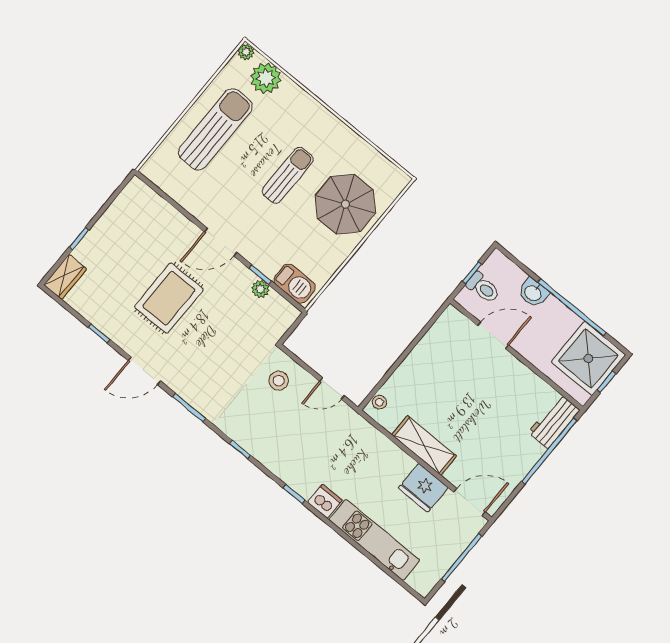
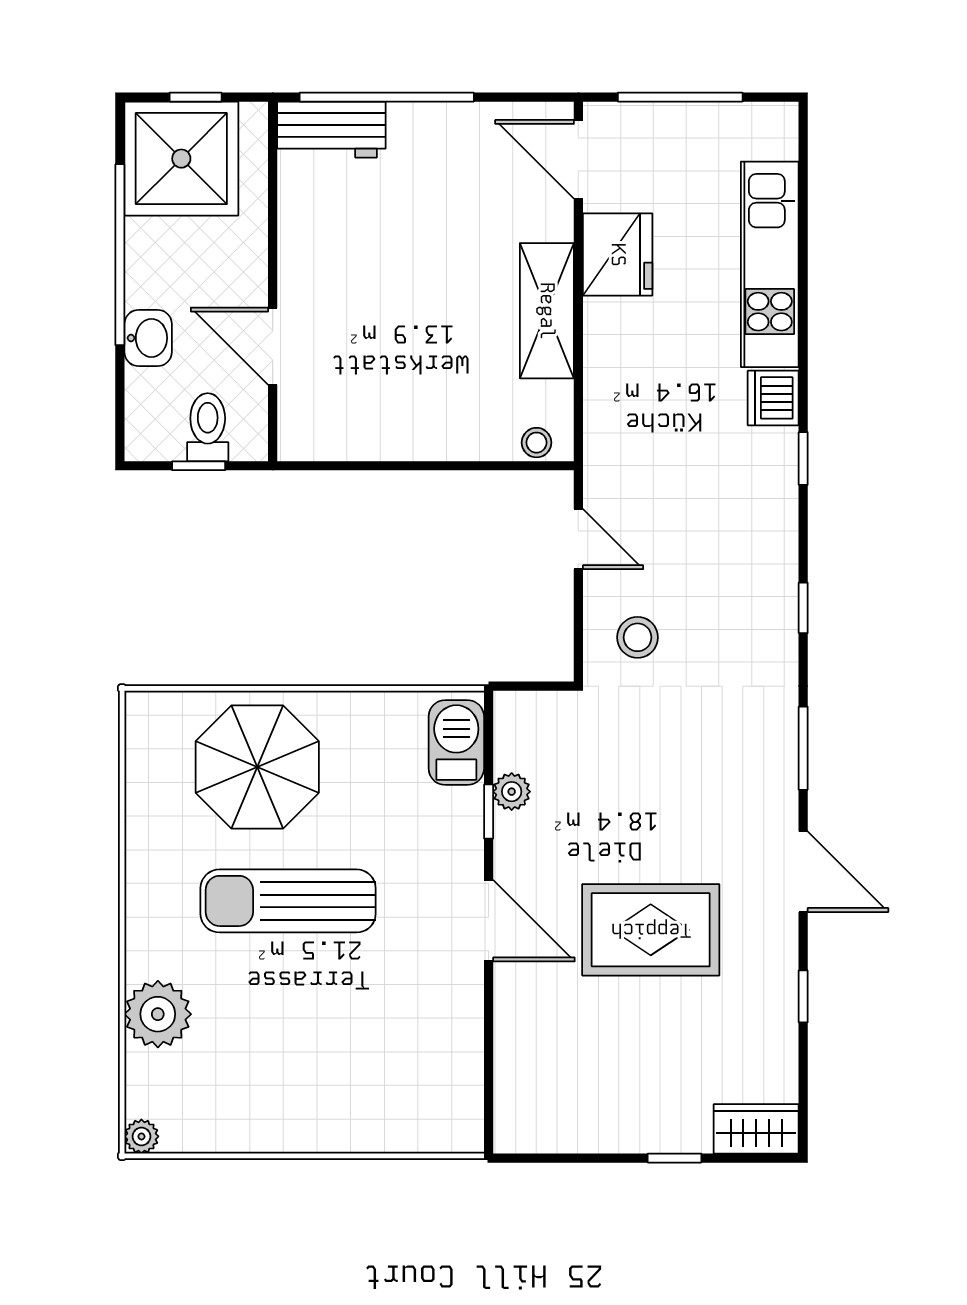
plant: (266, 78) -> (158, 1014), moved
sun lounger: (215, 129) -> (310, 1082), removed
sun lounger: (288, 175) -> (288, 901), width x1.36, depth x1.34

